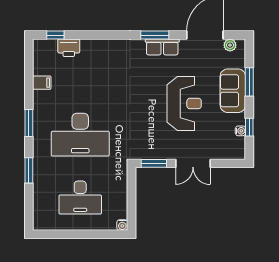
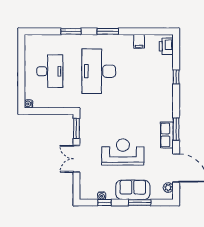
window: (55, 35) -> (176, 77), moved
printer: (69, 48) -> (166, 46), moved
reception desk: (184, 103) -> (123, 152), turned 180
desk: (80, 198) -> (50, 71), turned 180

